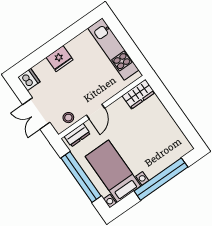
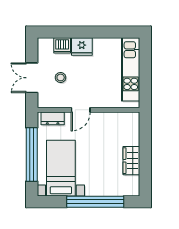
dishwasher: (29, 79) -> (62, 45), moved, turned 90
wardrobe: (139, 94) -> (131, 161), moved, turned 90
stool: (68, 118) -> (61, 77), moved

